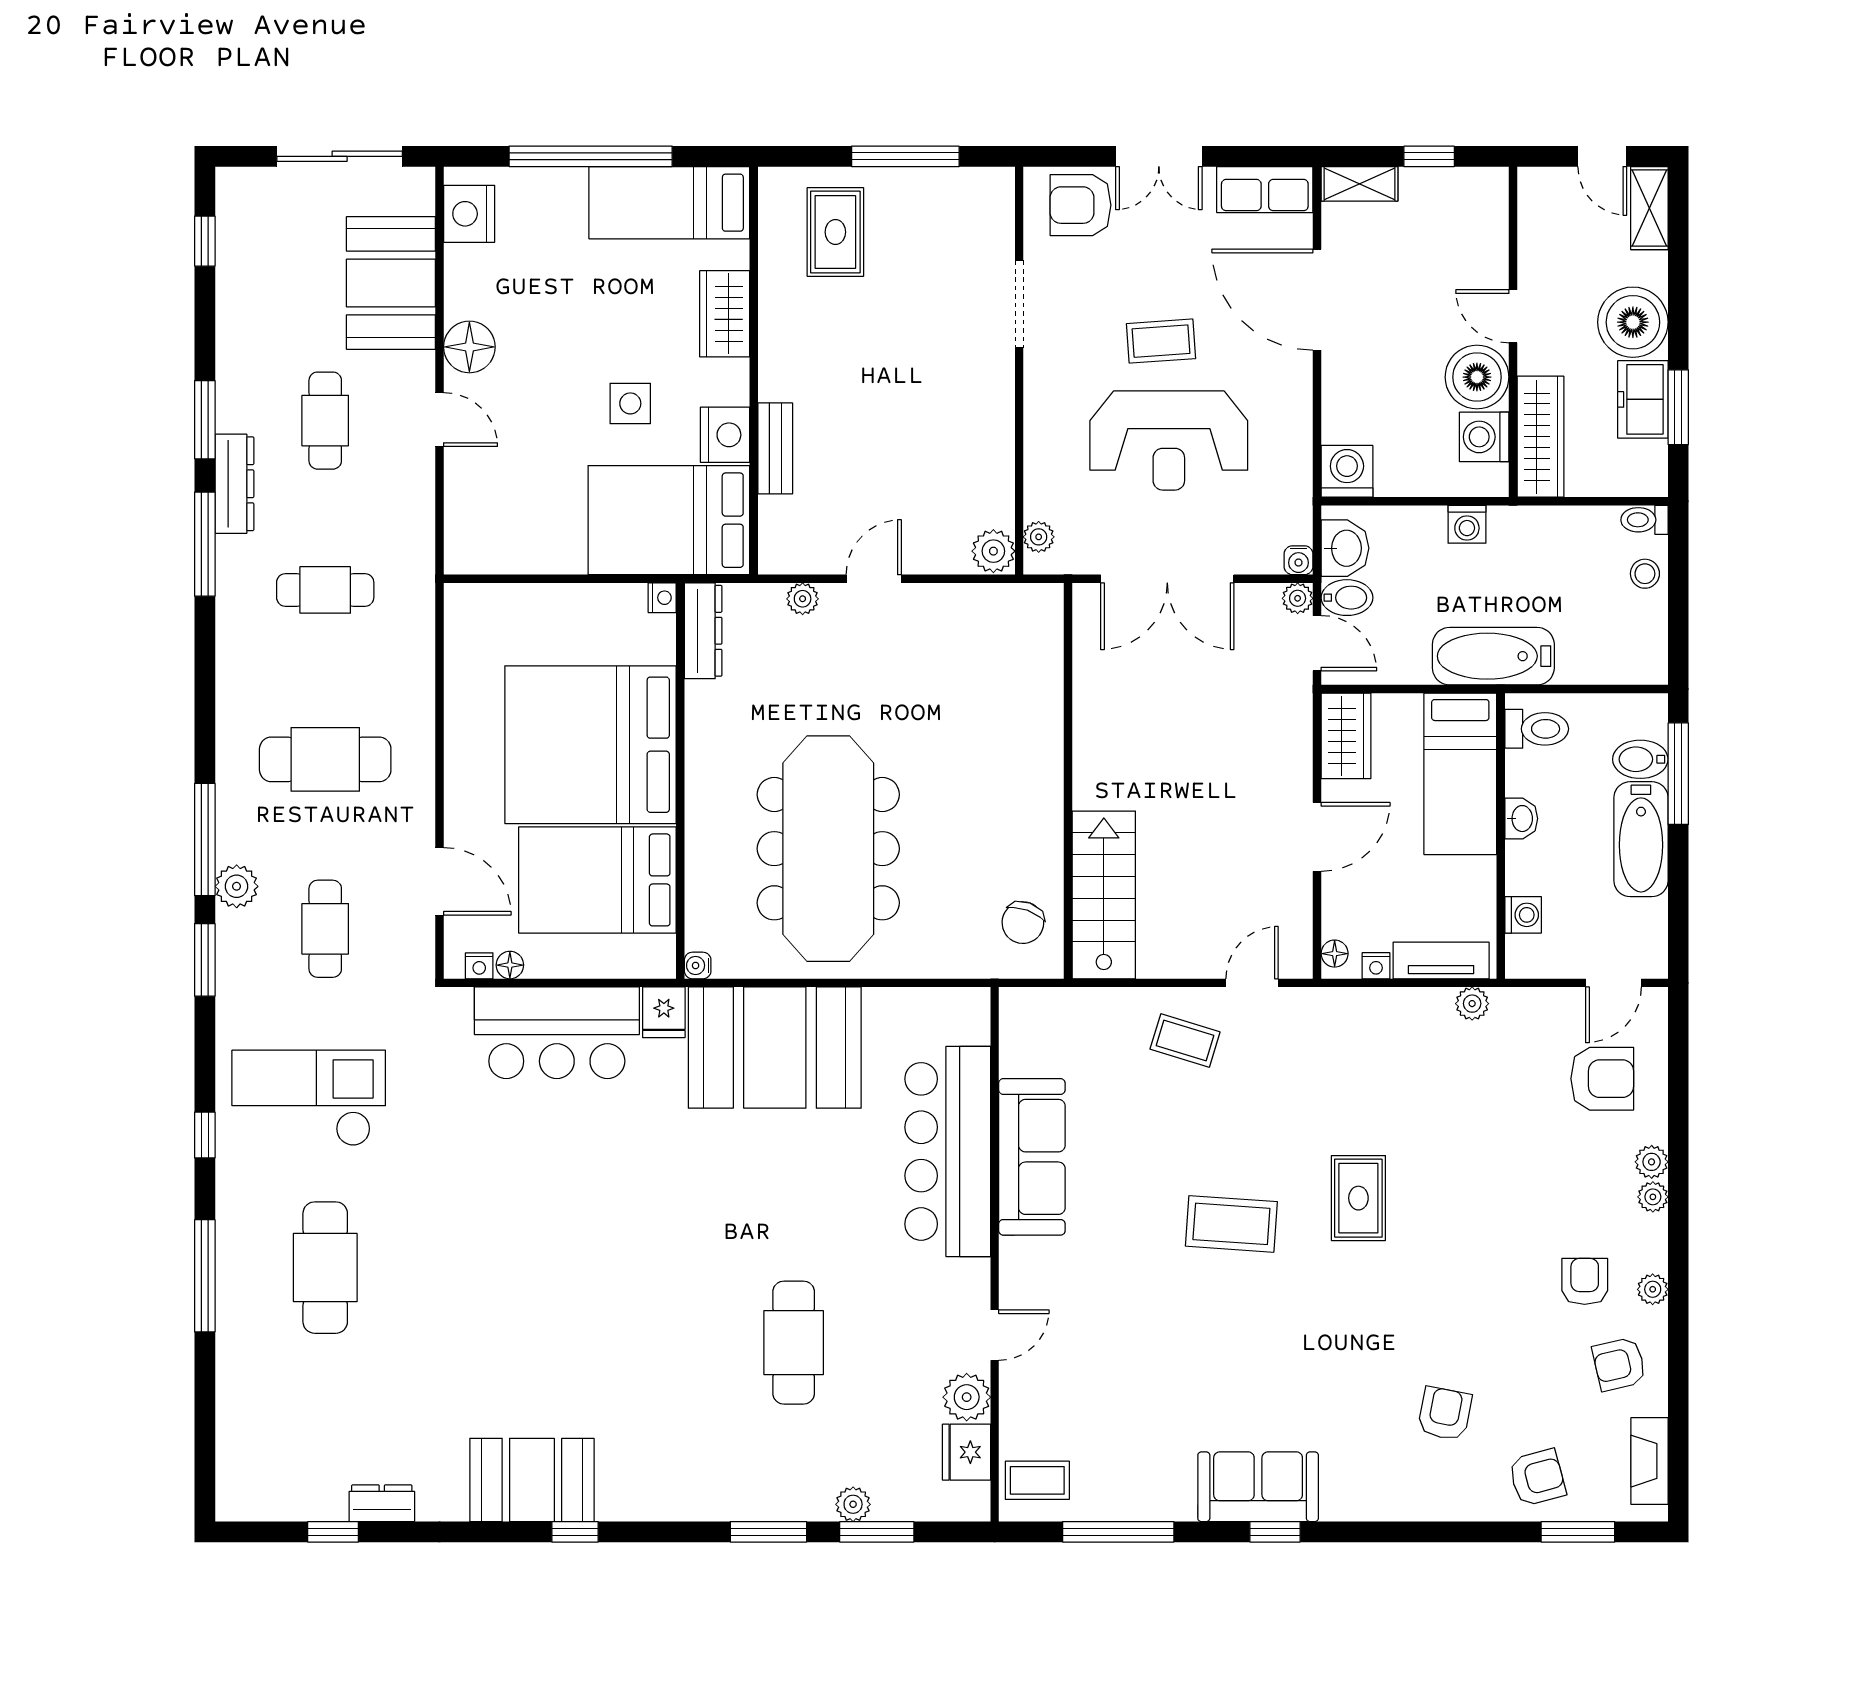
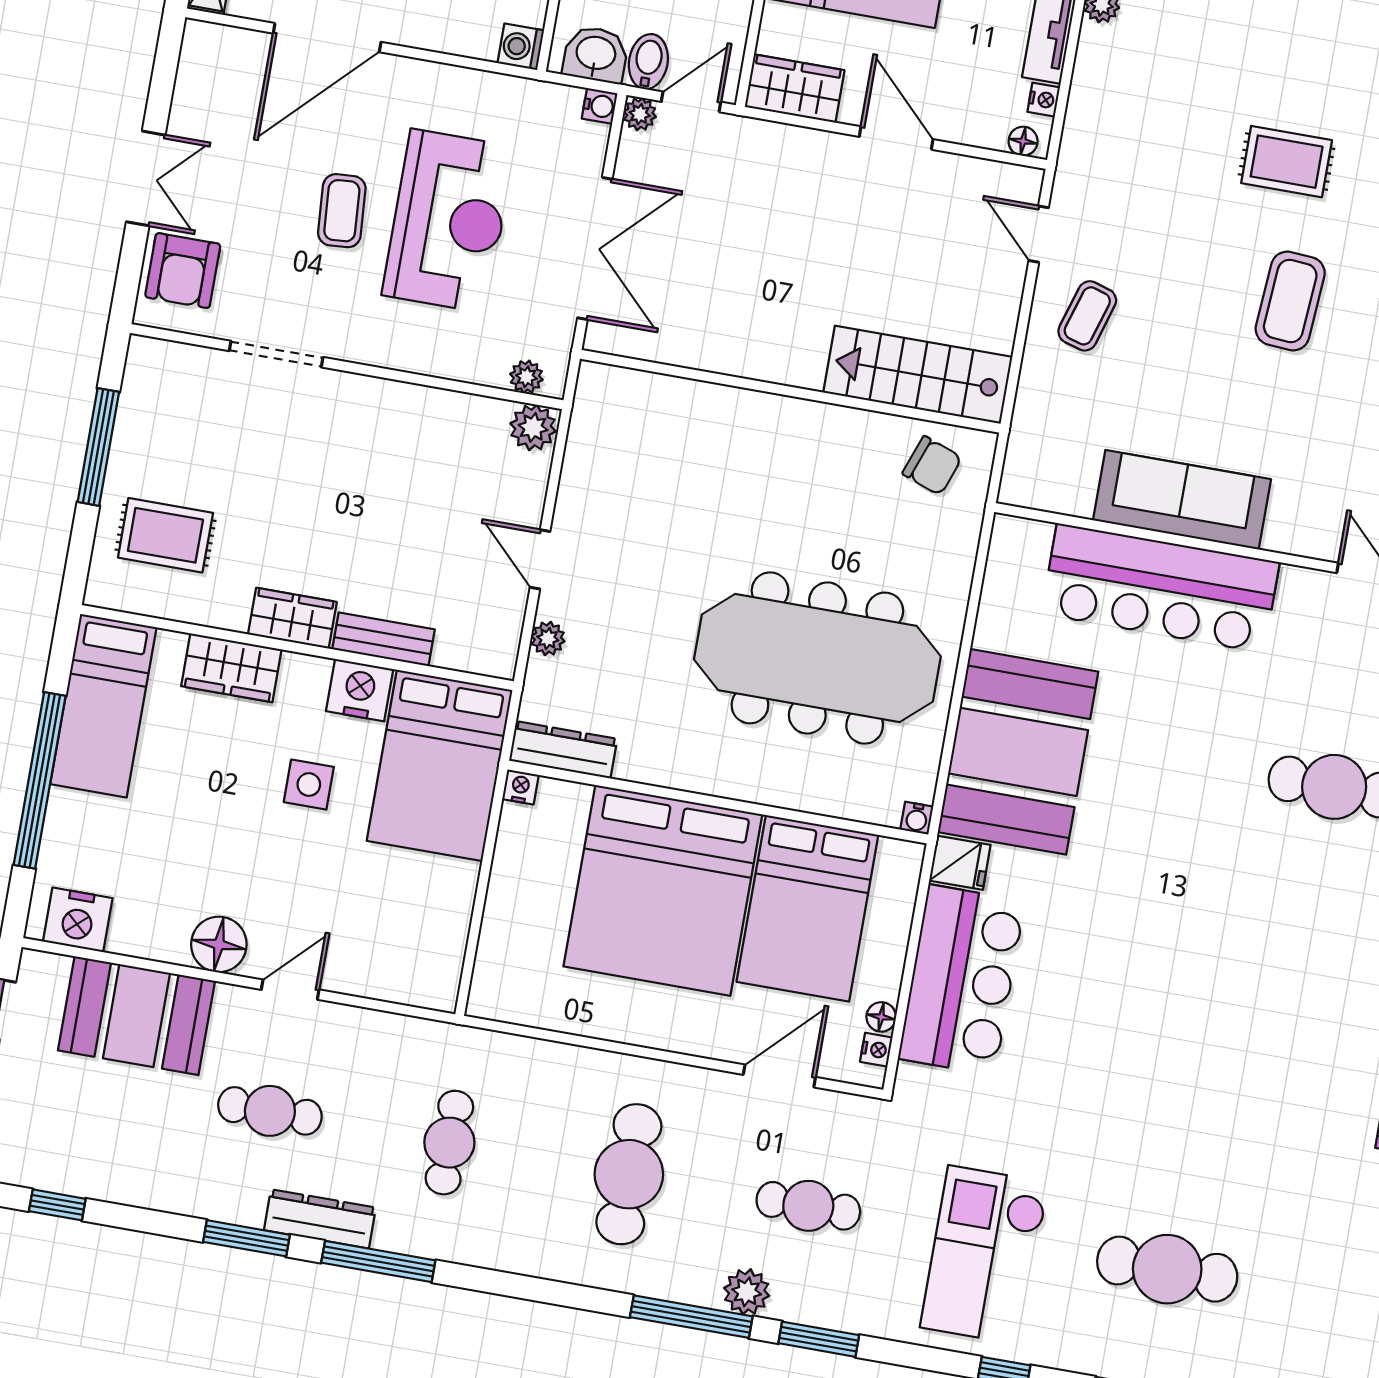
row of seats: (1265, 190) -> (201, 72), removed
wardrobe: (780, 362) -> (292, 618), added
washing machine: (1347, 471) -> (521, 47), width x0.73, depth x0.73

